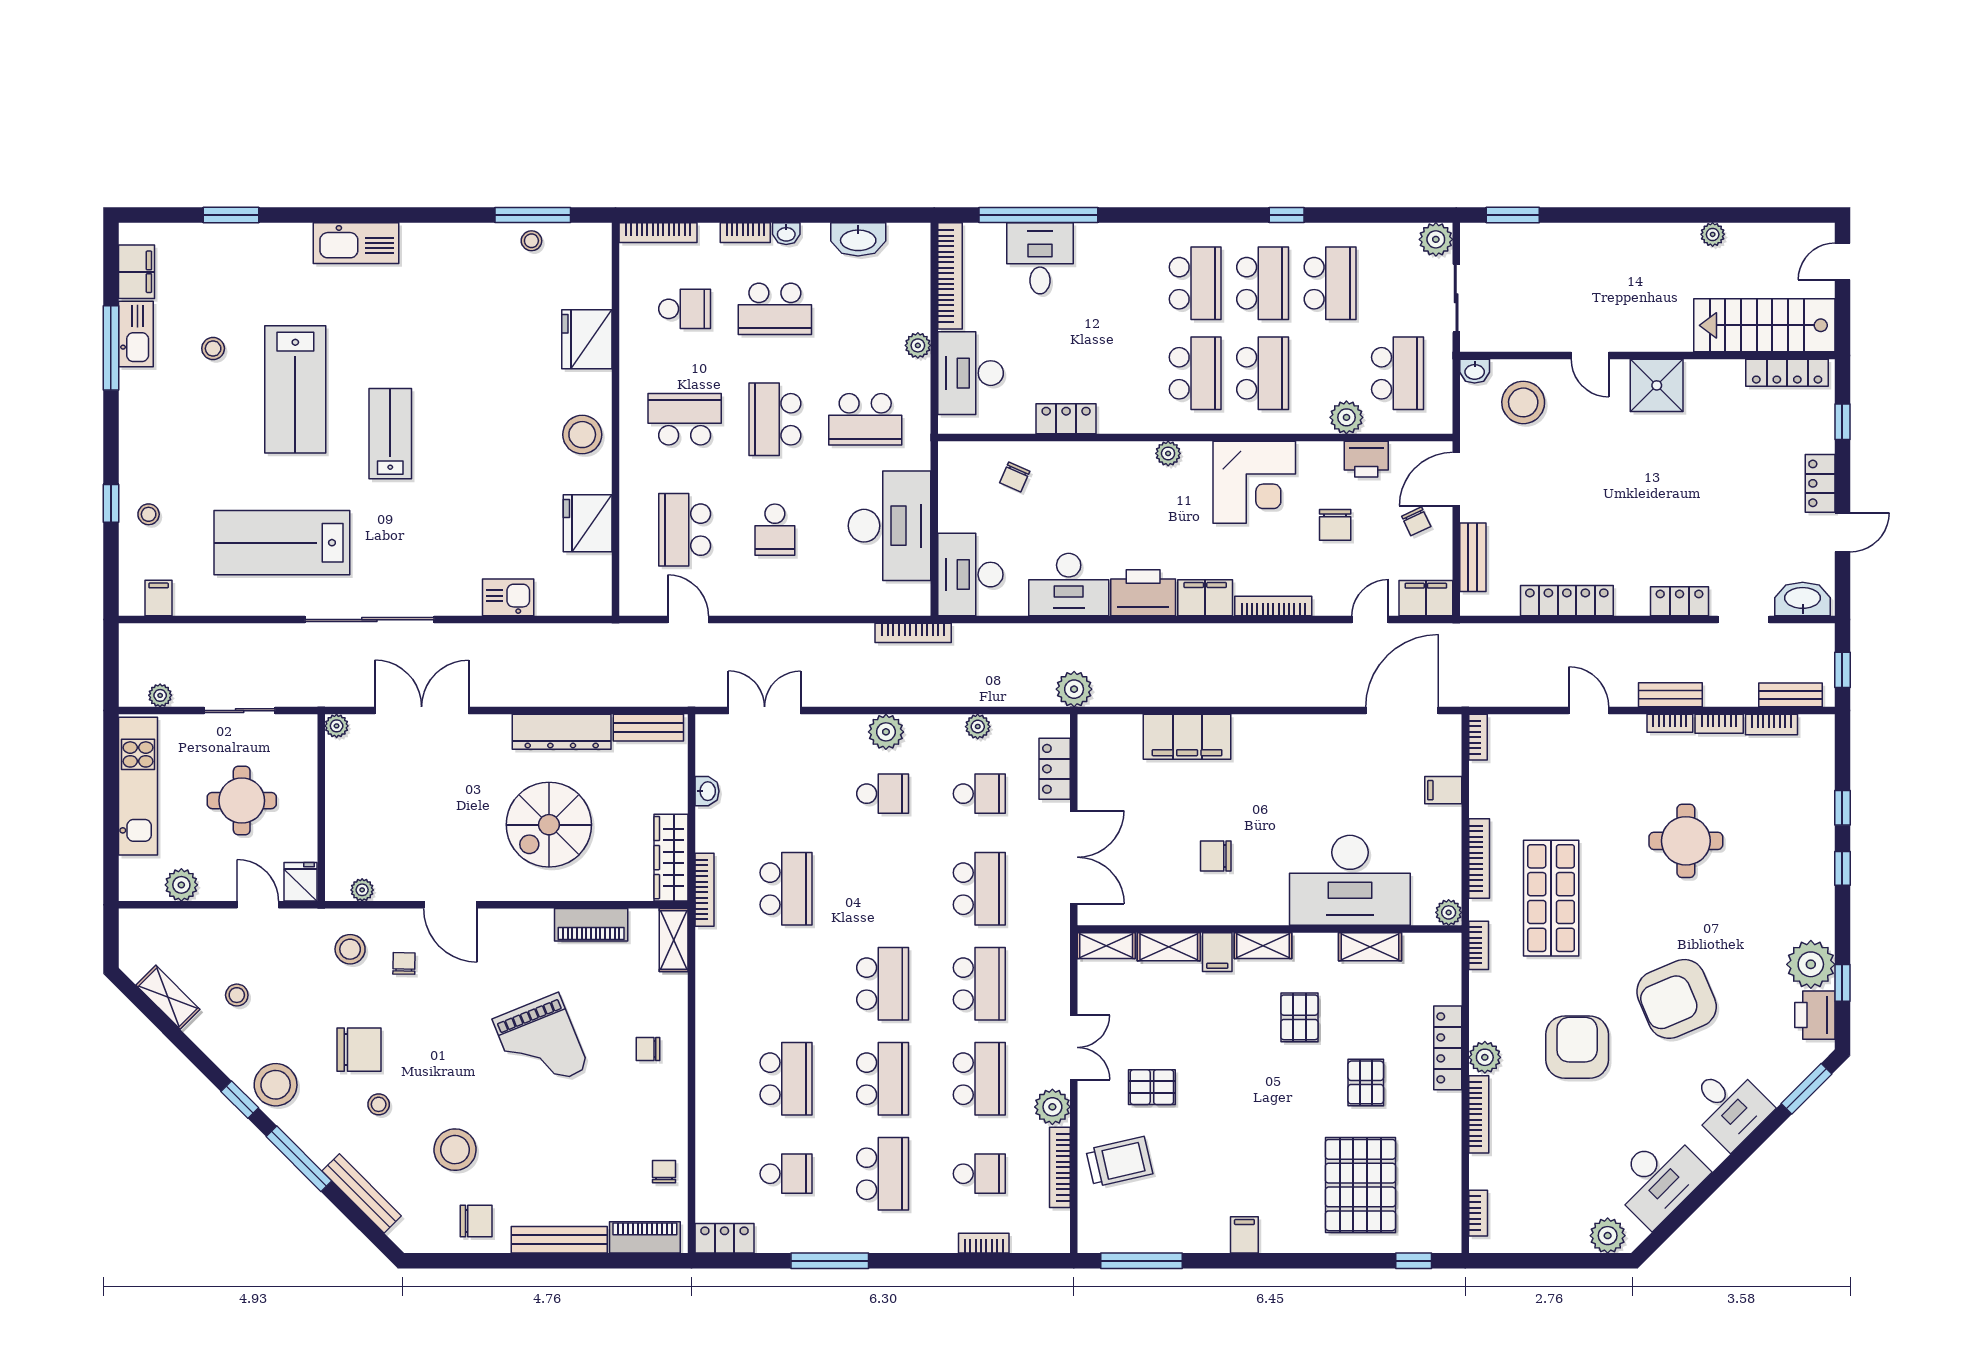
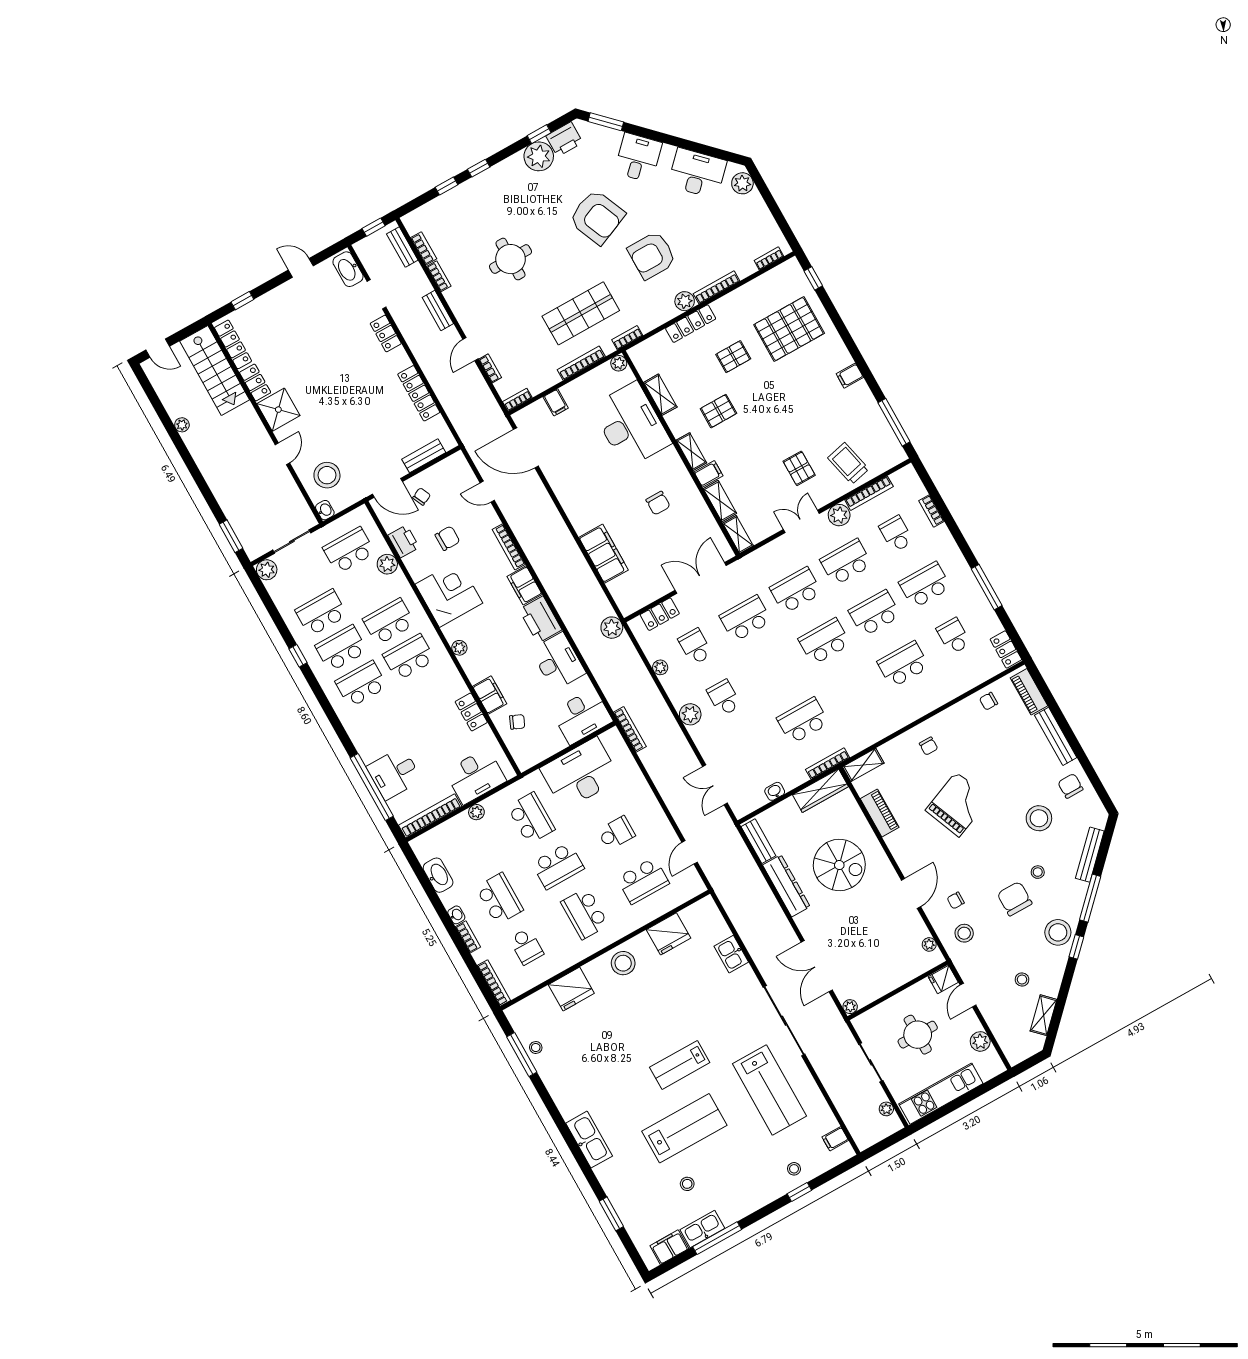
school desk: (685, 309) -> (526, 946), turned 180
locker: (1820, 483) -> (255, 382), moved, turned -90
filing cabinet: (1426, 598) -> (490, 695), moved, turned 180
bookcase: (1670, 723) -> (490, 368), moved

